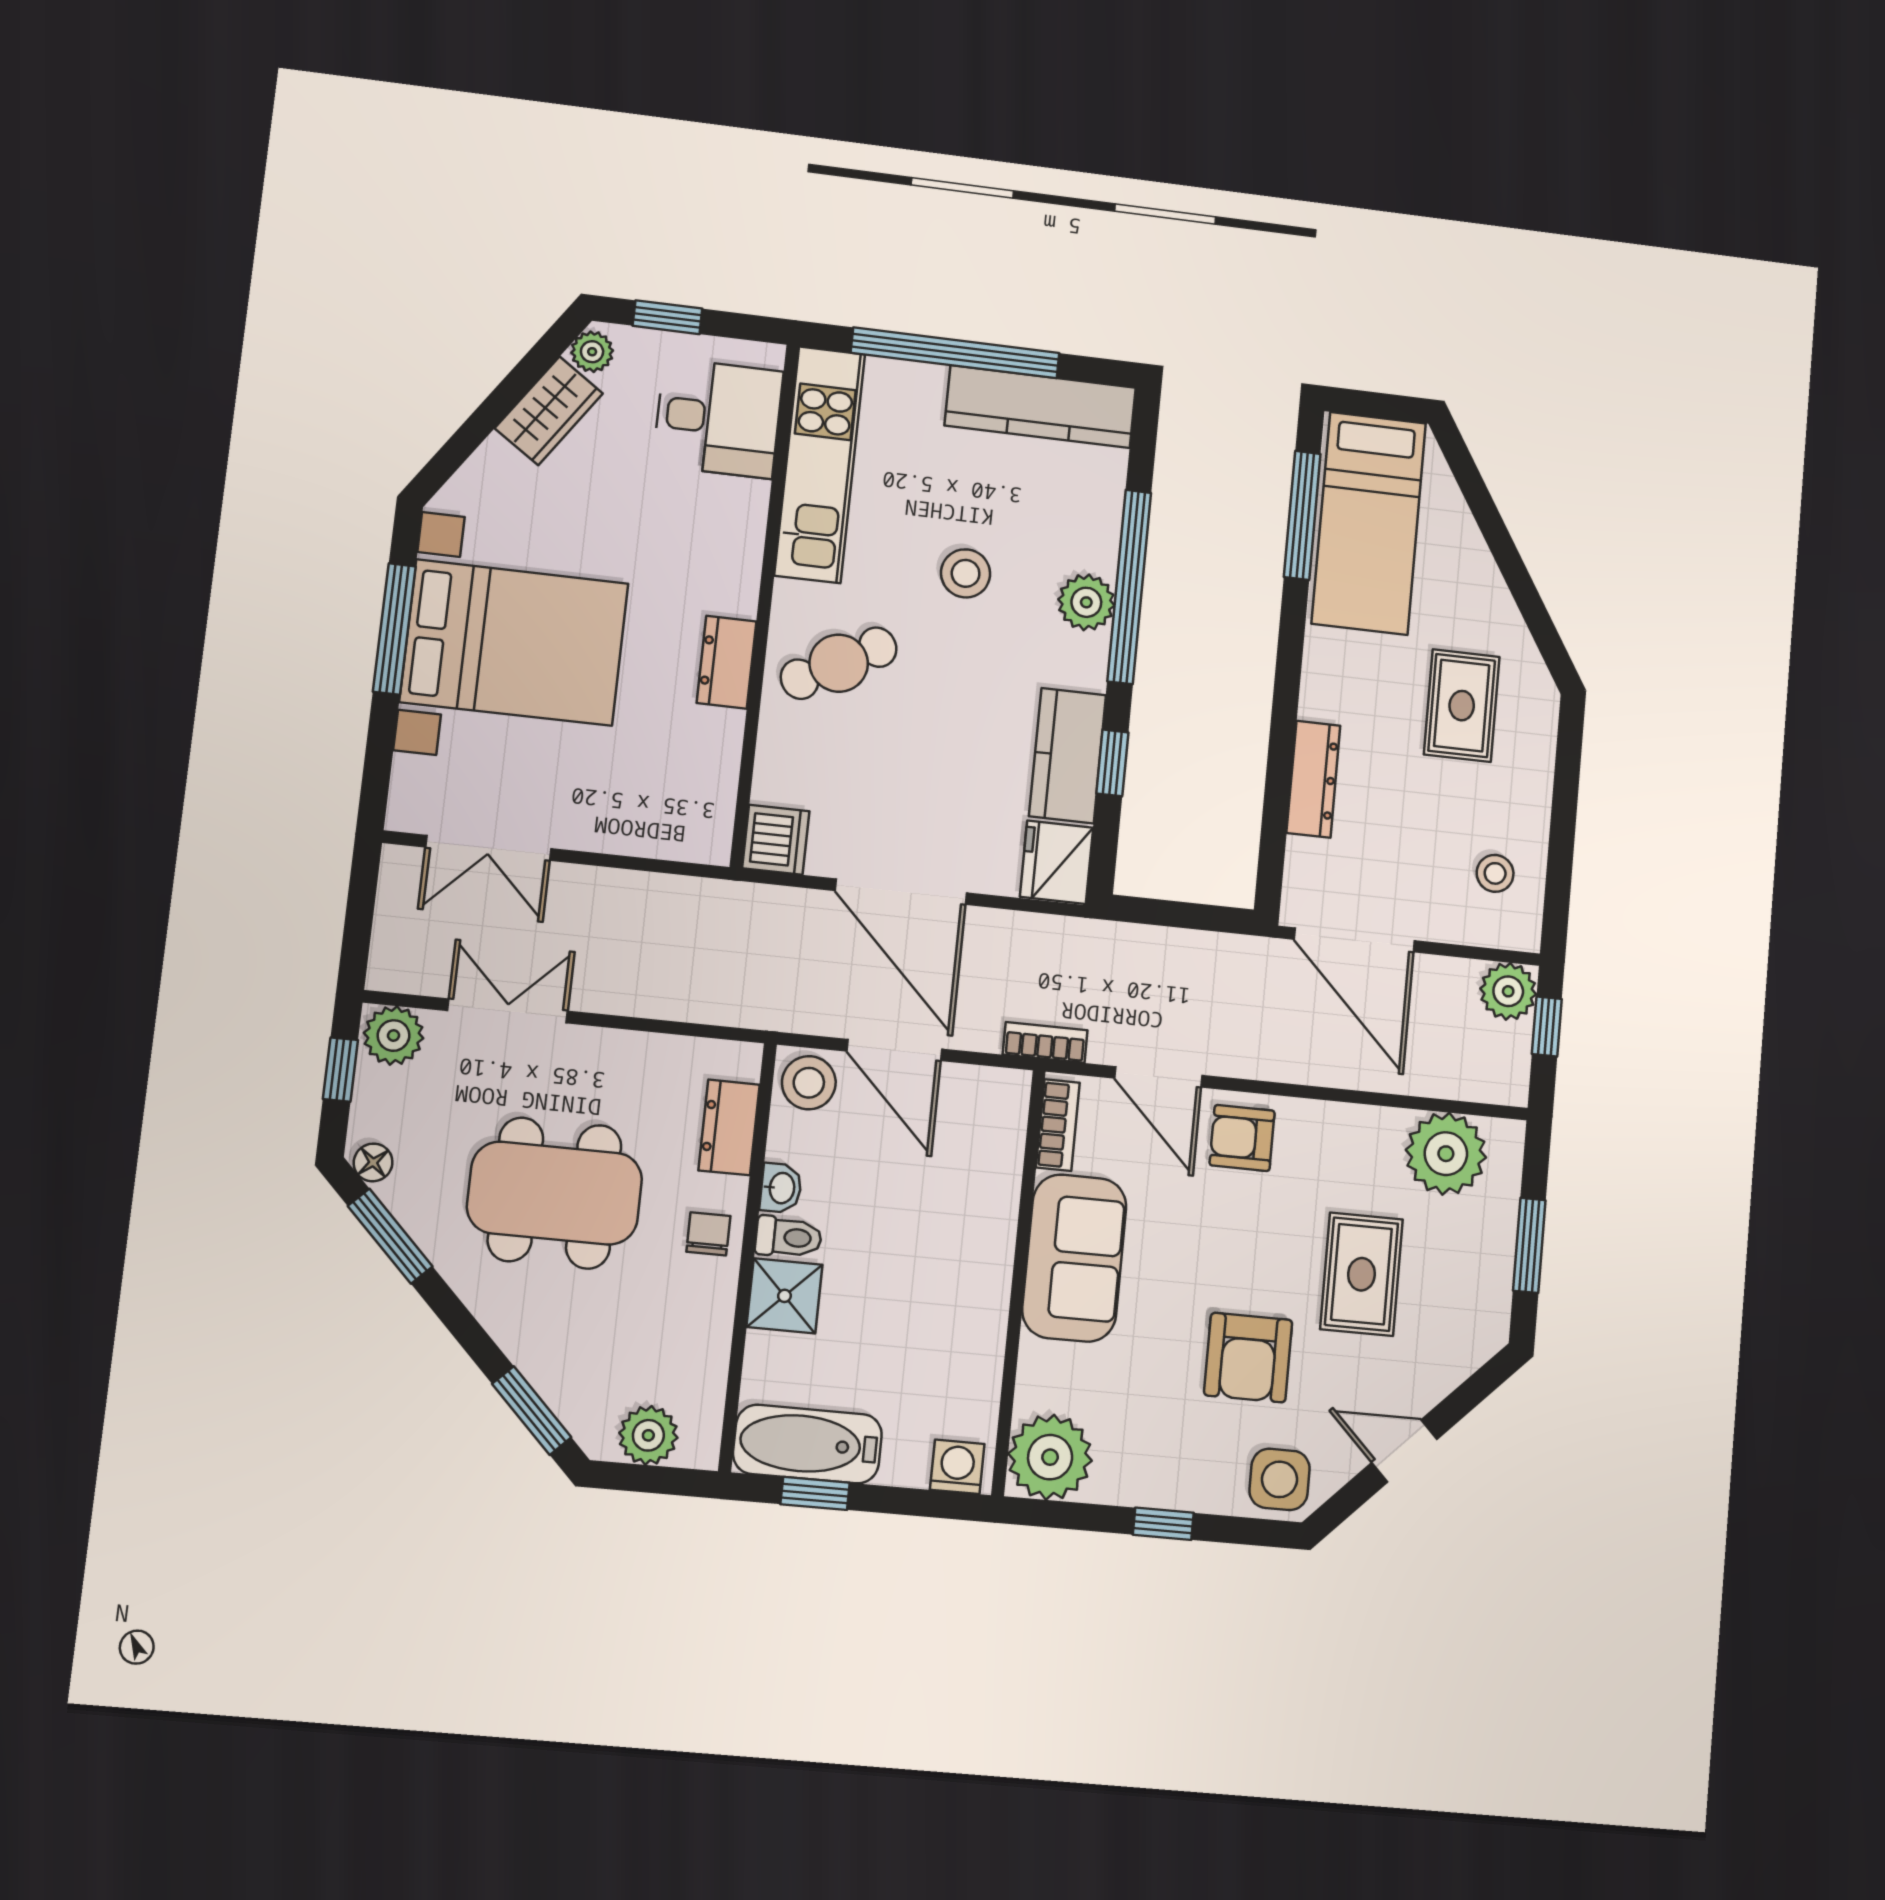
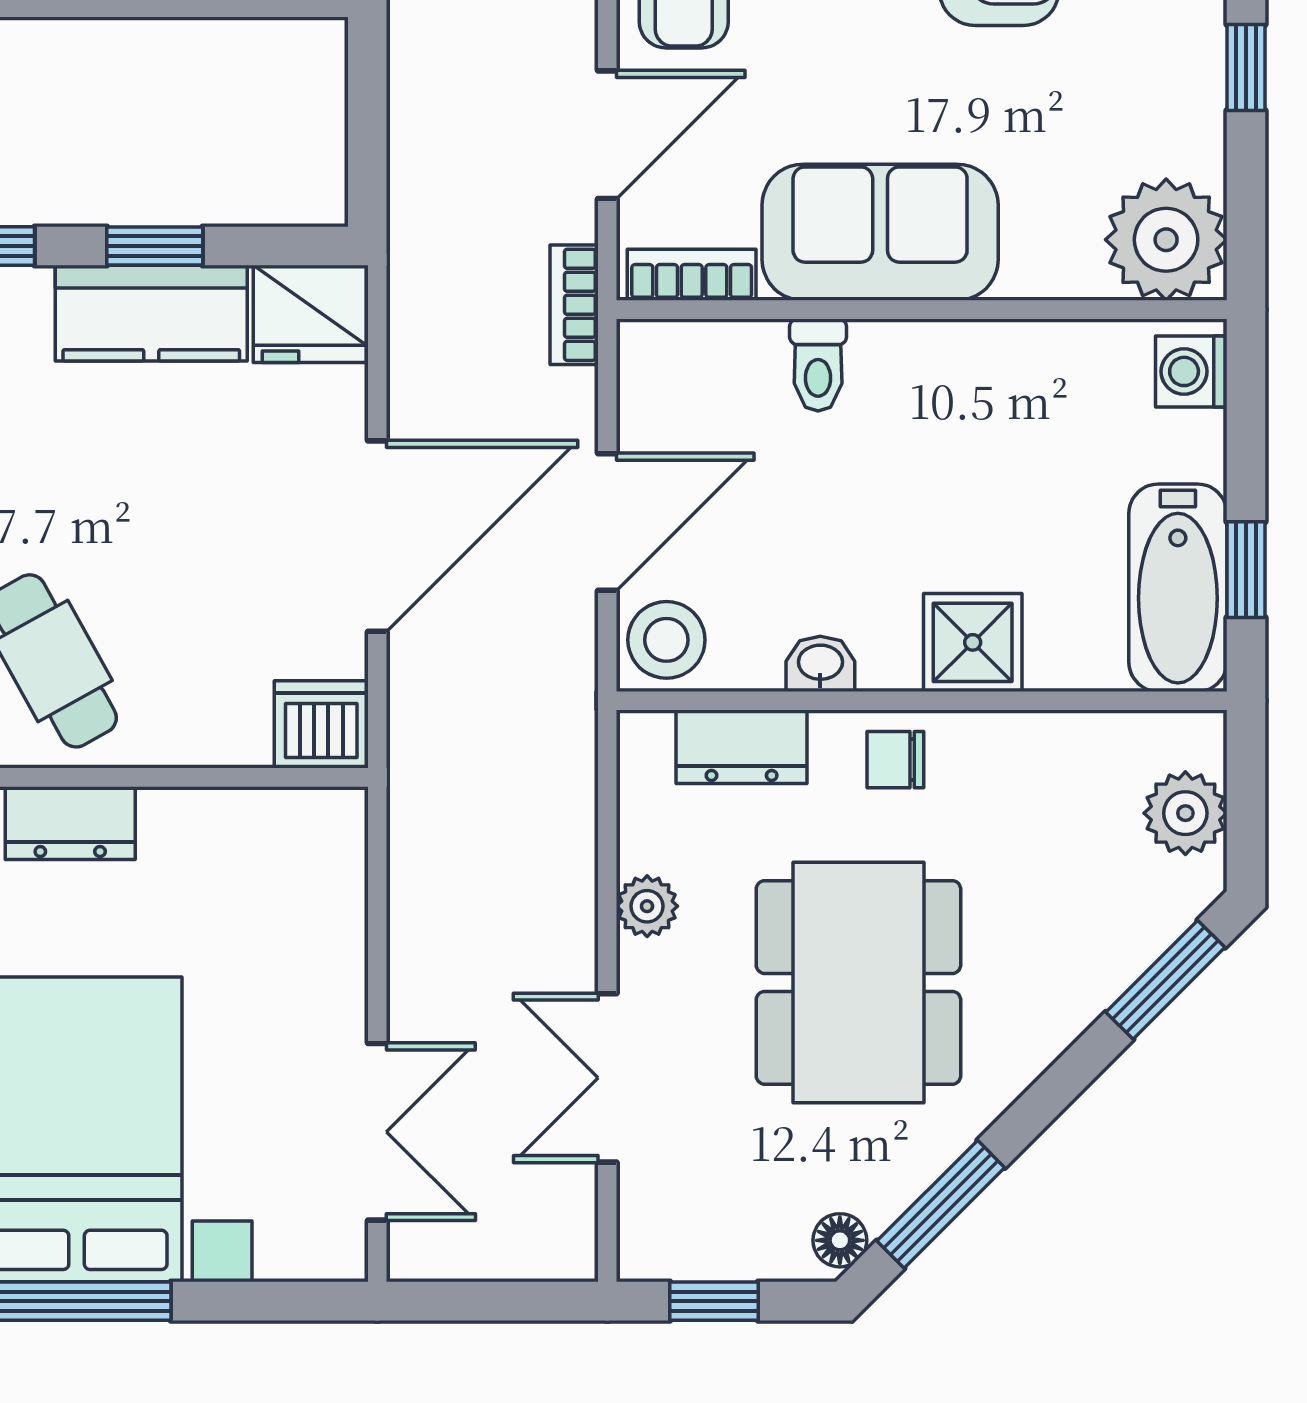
plant: (394, 1036) -> (647, 906), moved, width x0.73, depth x0.73
toilet: (789, 1237) -> (818, 365), moved, turned 180

